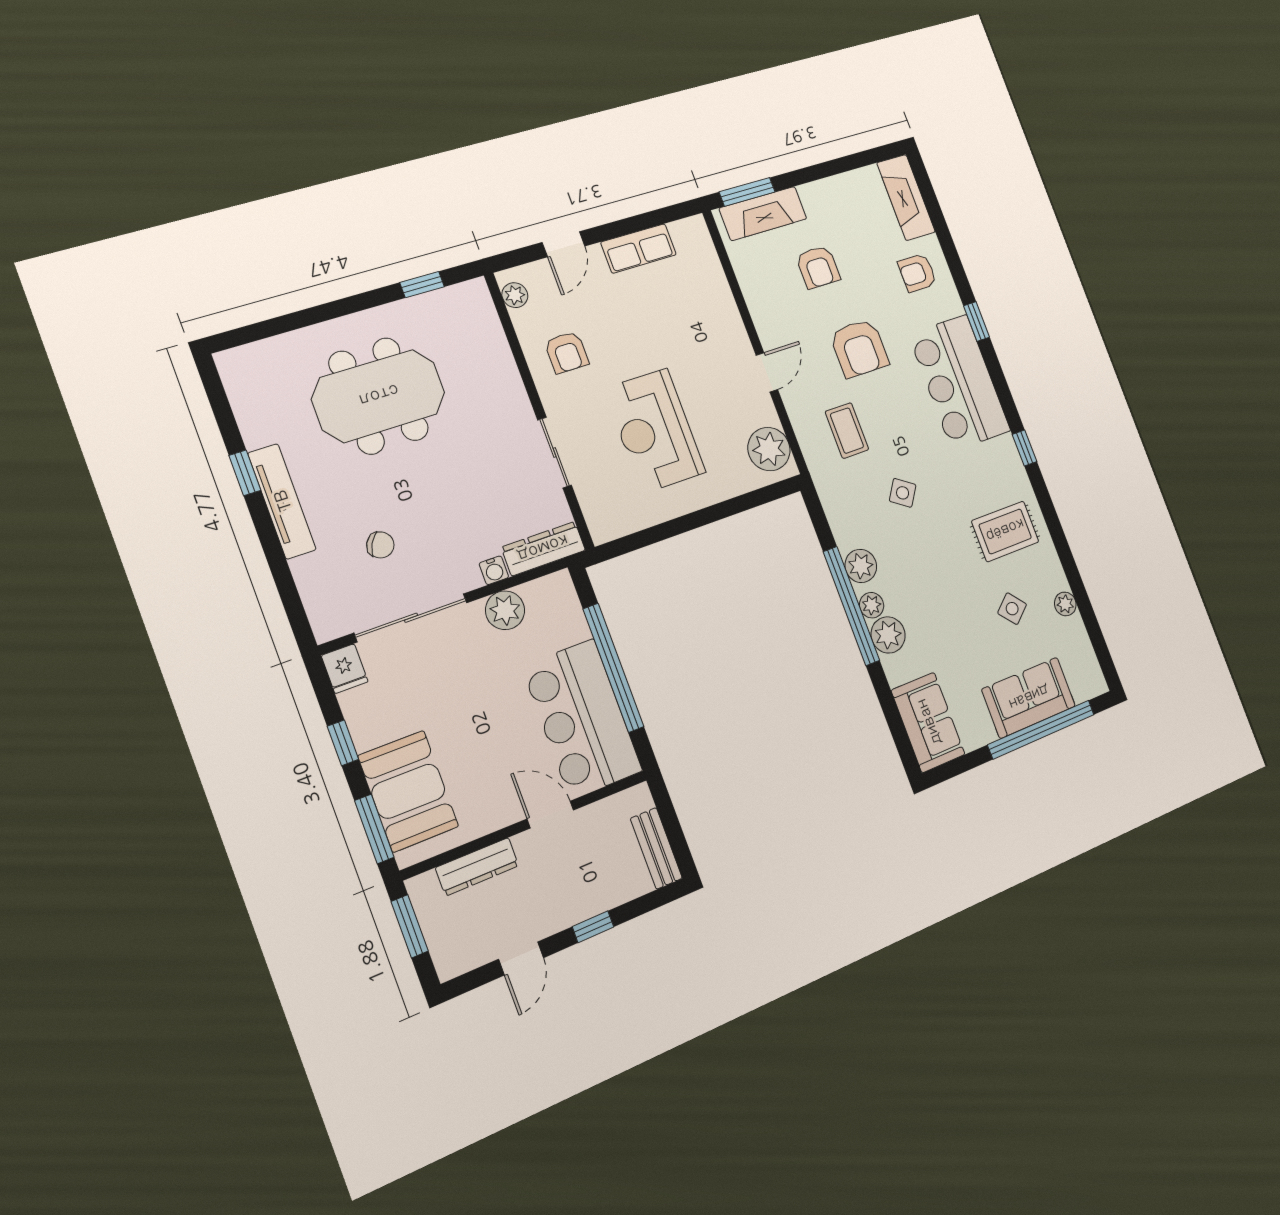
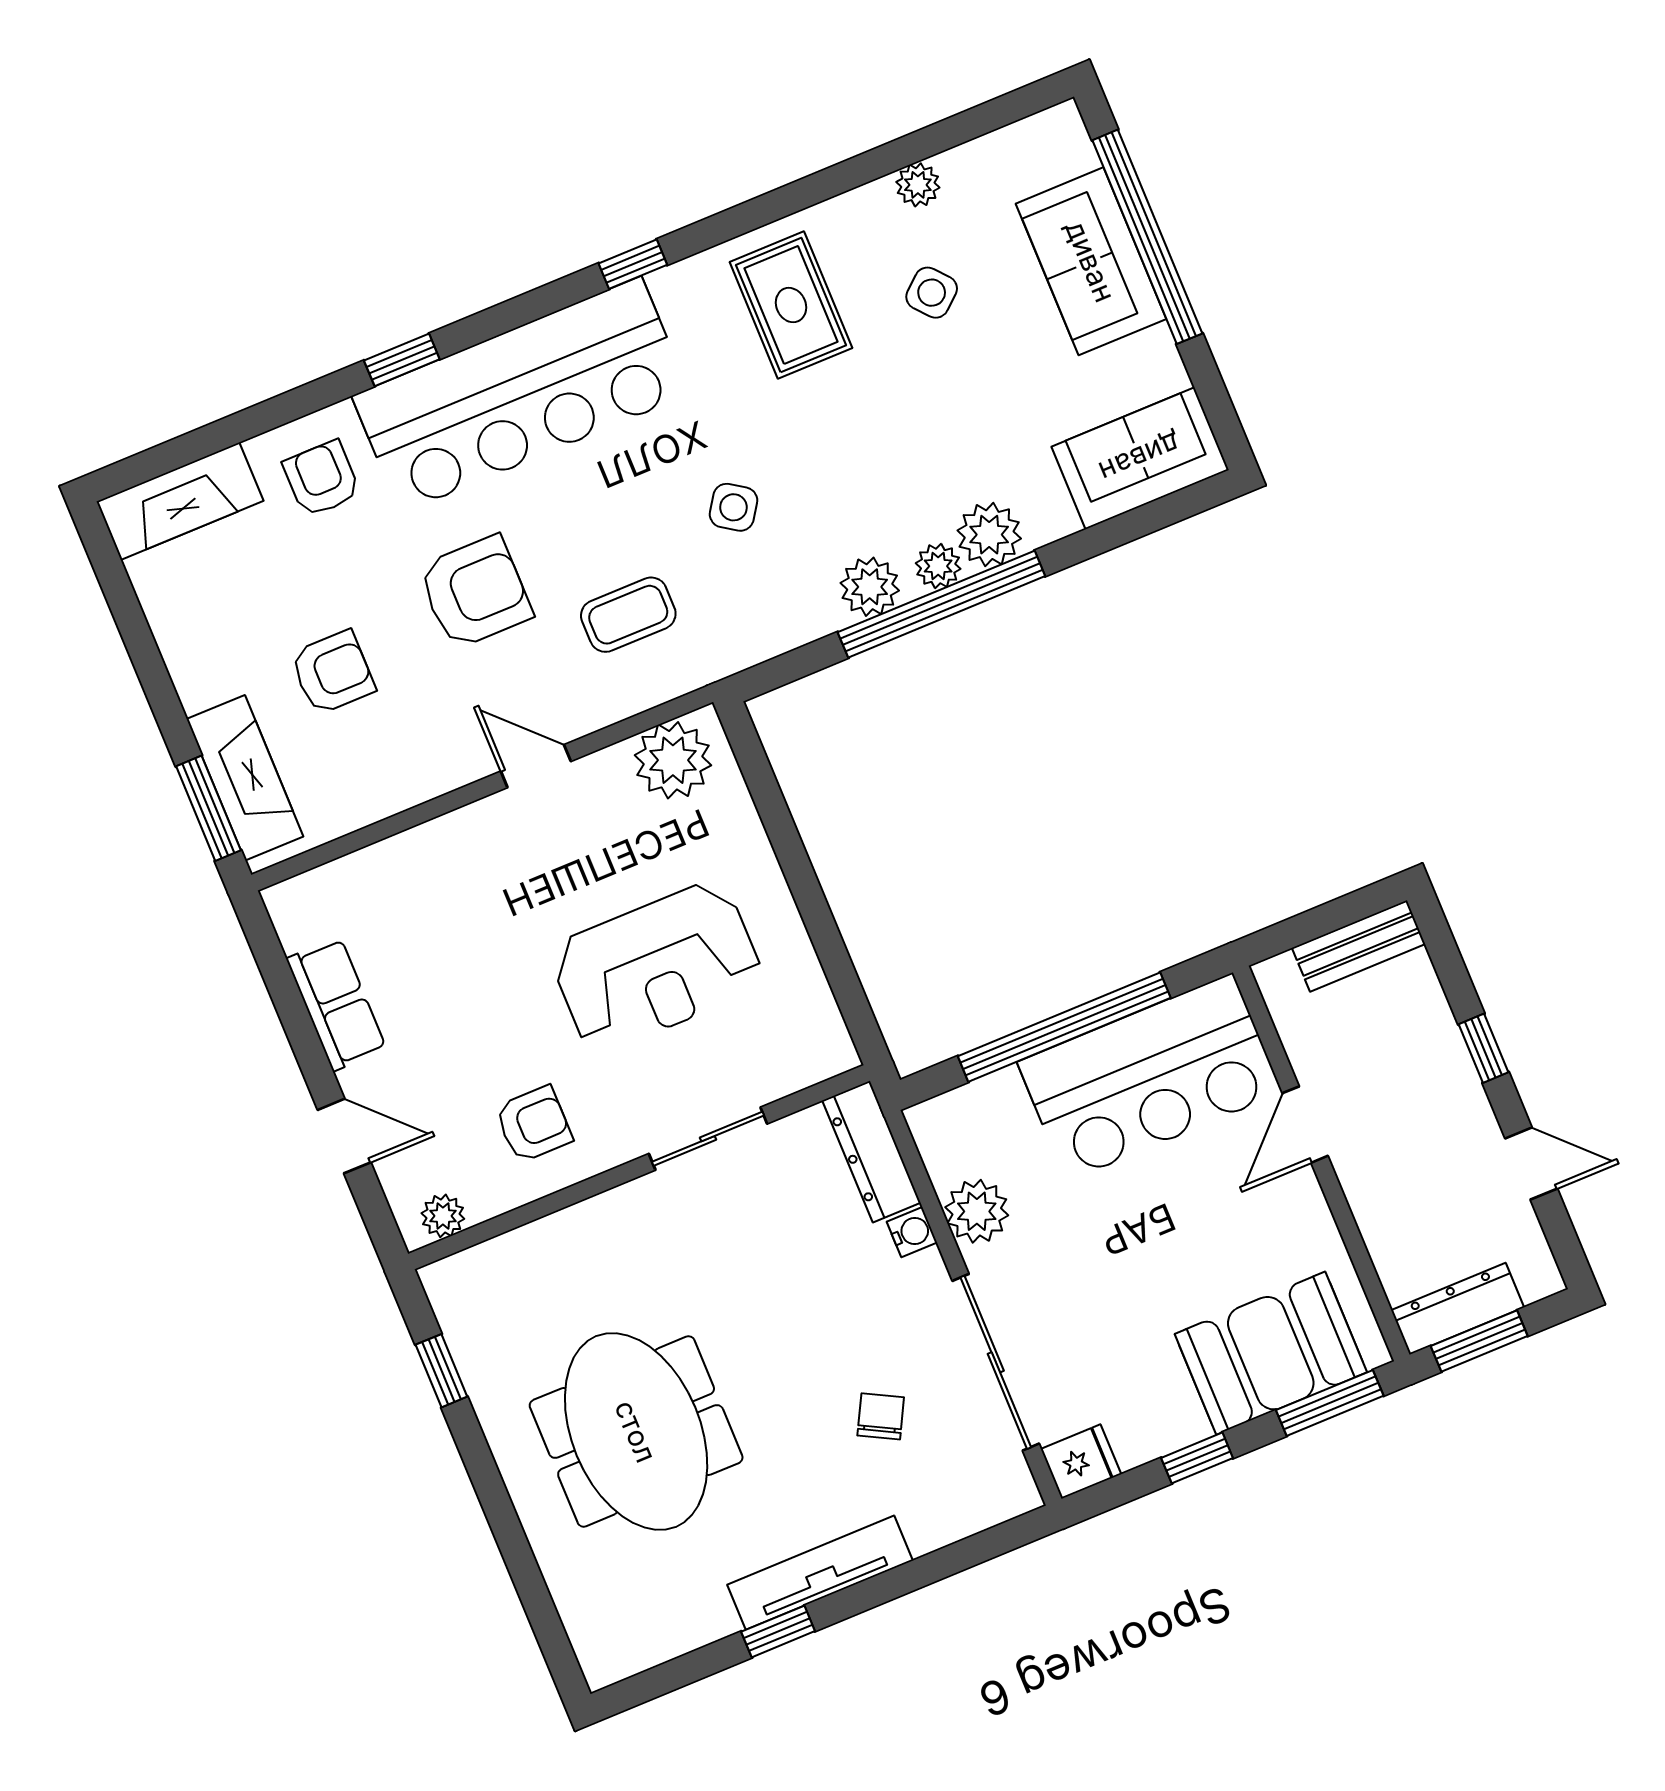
armchair: (917, 273) -> (322, 479), turned 180
bar counter: (959, 383) -> (521, 395), width x1.36
dresser: (477, 867) -> (1458, 1309), moved, turned -90

